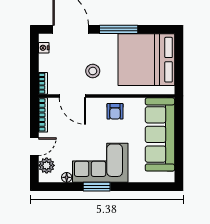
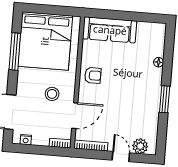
window: (119, 29) -> (15, 52), moved
sofa: (160, 134) -> (110, 30), width x0.74, depth x0.79
corner sofa: (100, 163) -> (142, 94), removed
floor lamp: (67, 177) -> (159, 62), moved

